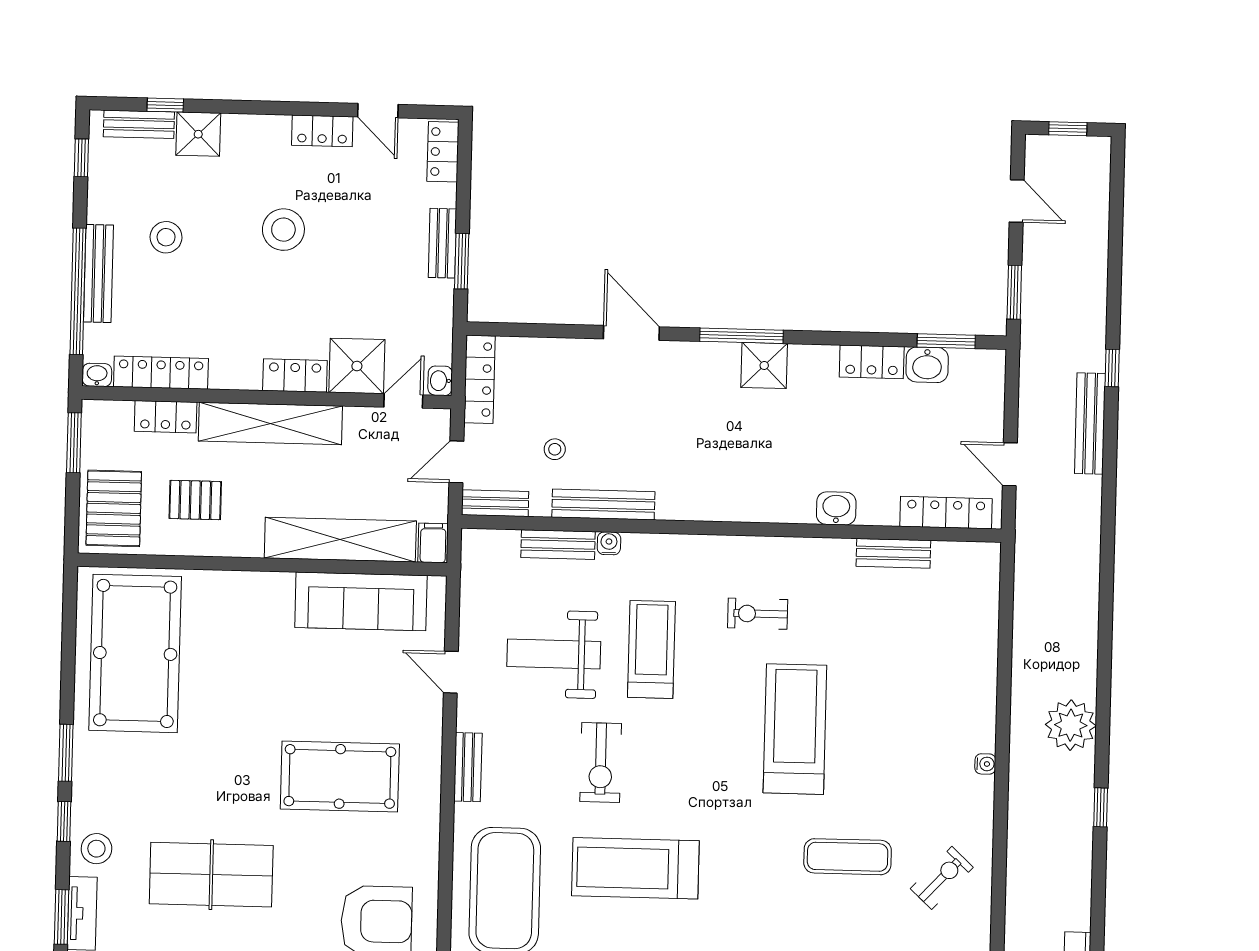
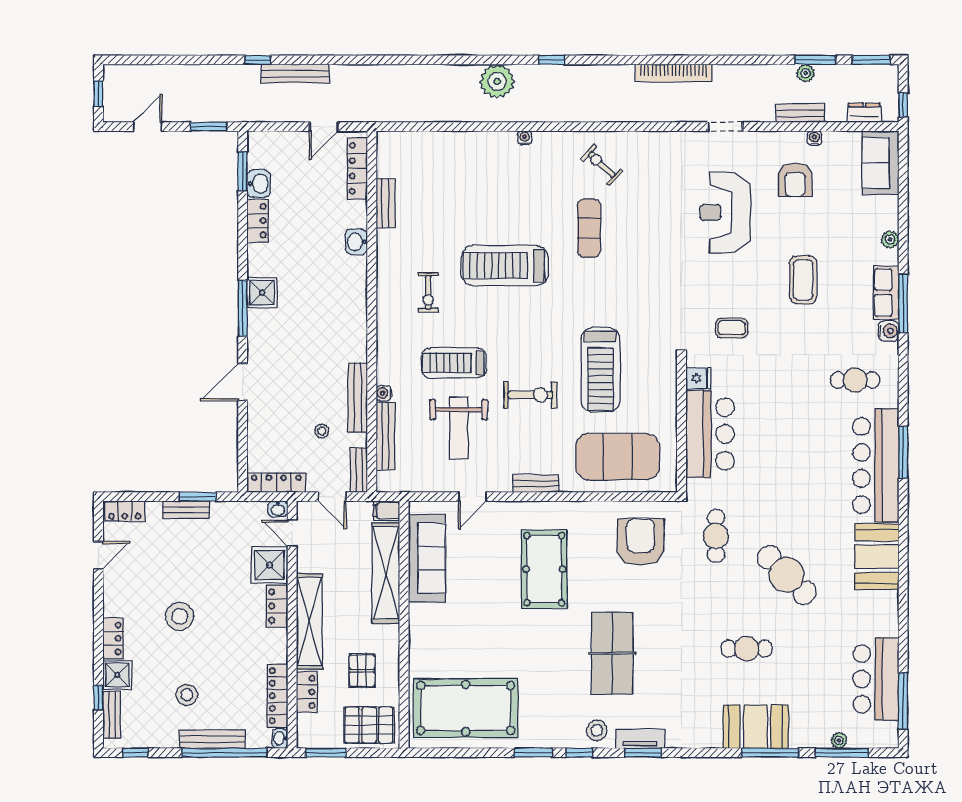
locker: (322, 131) -> (113, 638), moved
bench: (558, 545) -> (385, 436), width x1.36

